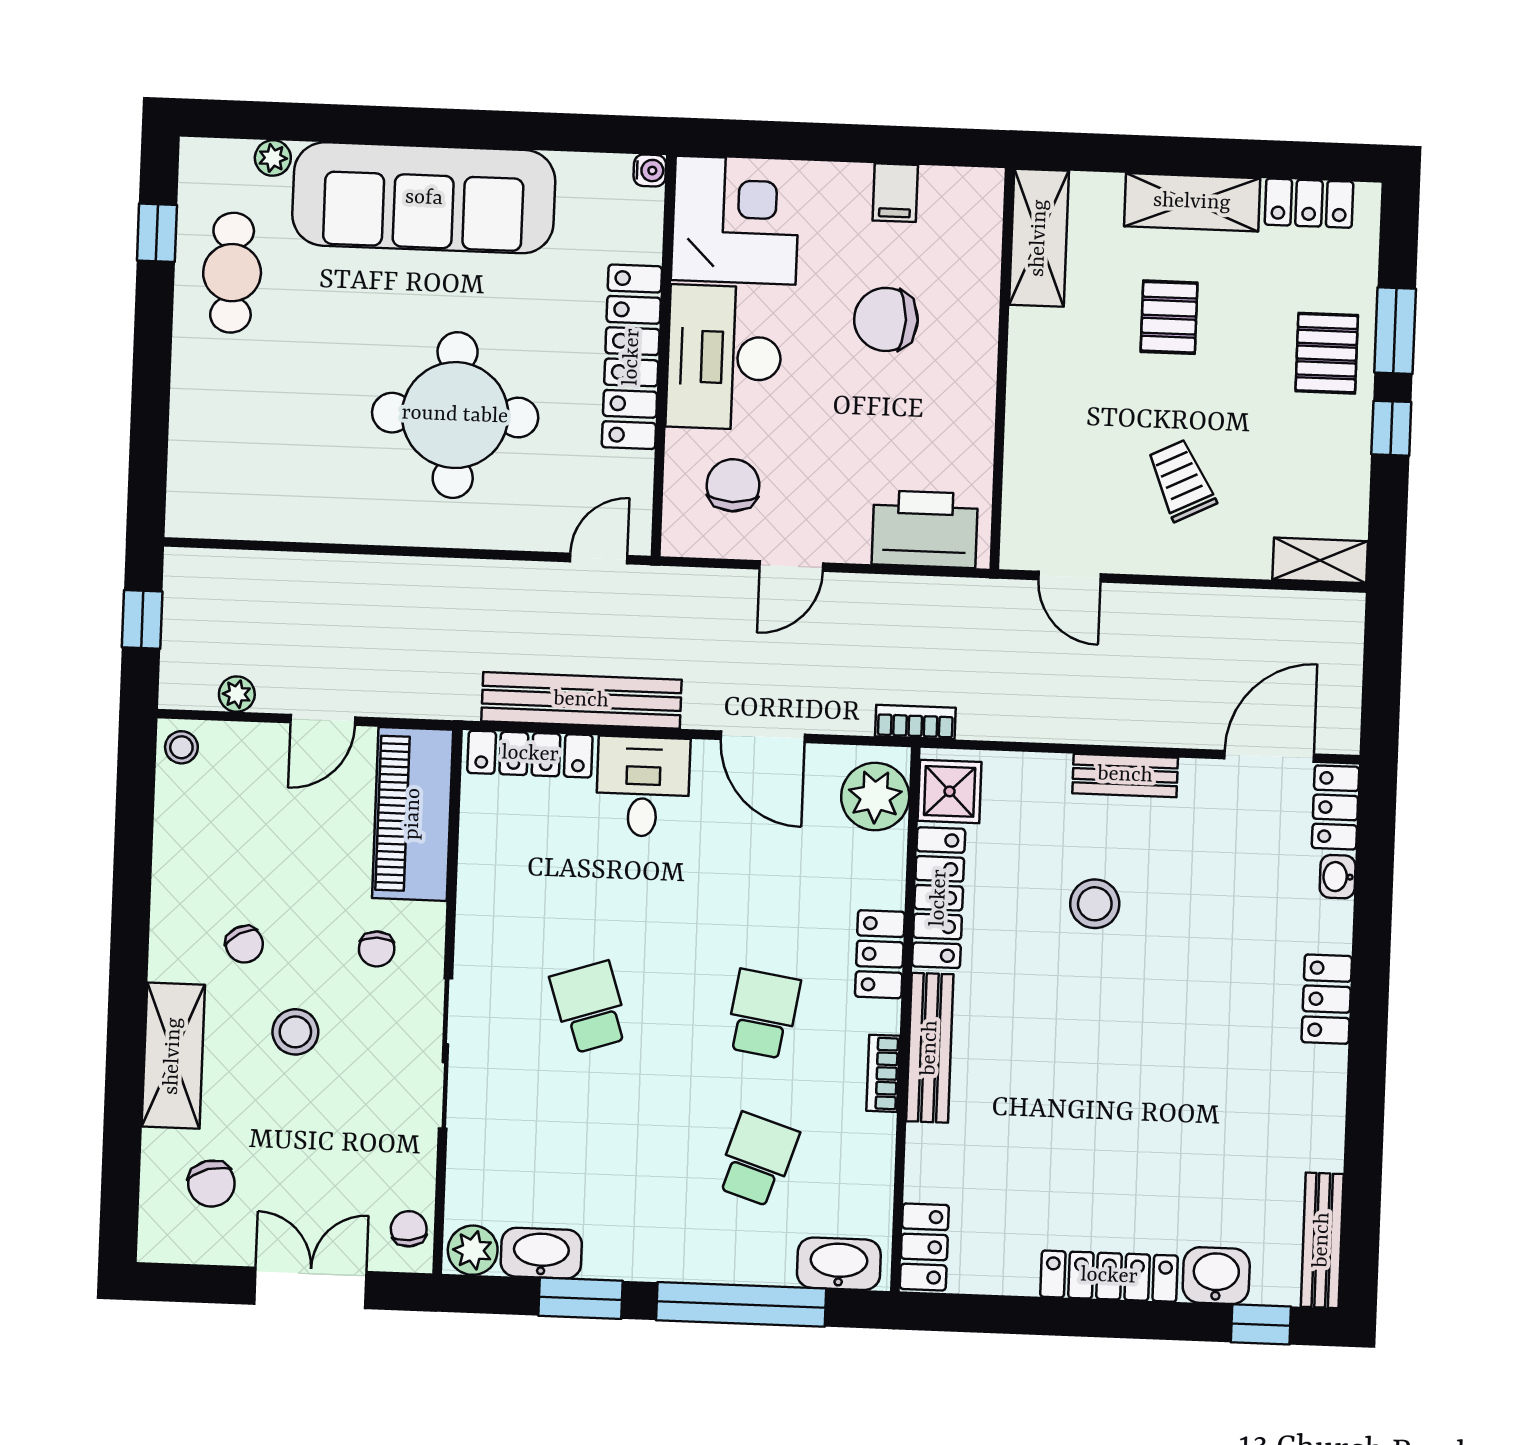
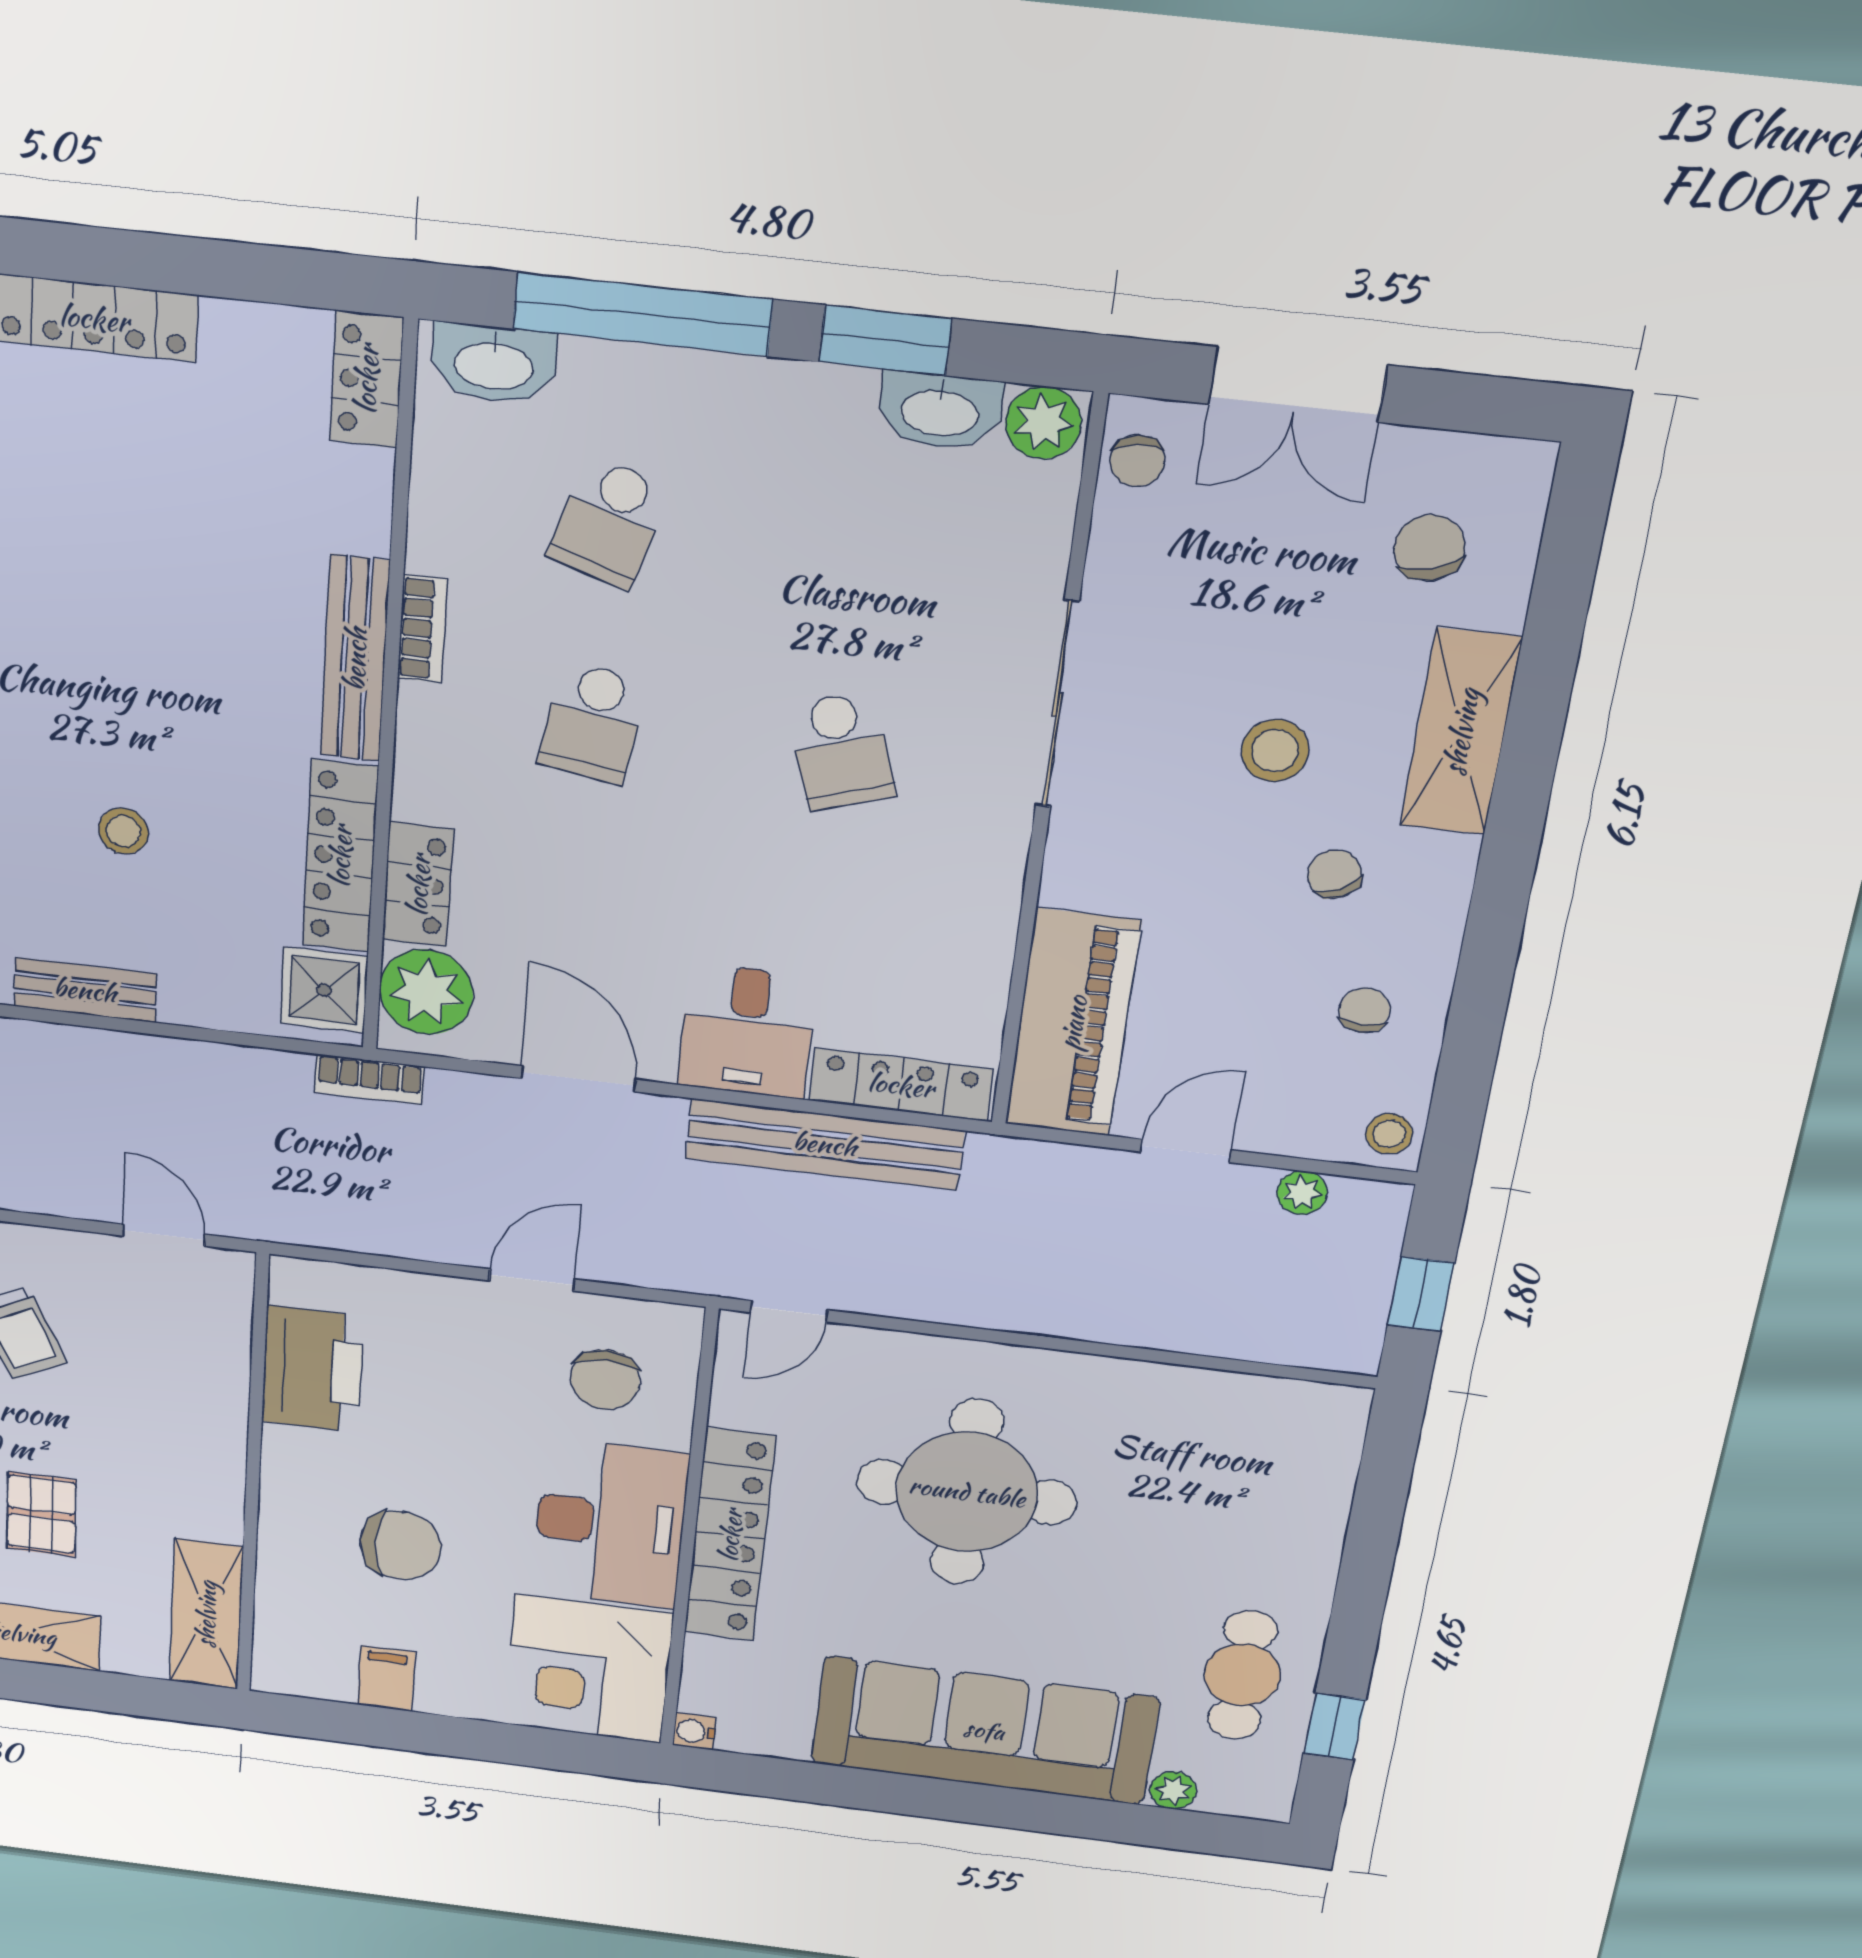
printer: (925, 529) -> (313, 1369), moved, turned -90
stool: (1095, 904) -> (123, 831), width x0.73, depth x0.73
chair: (377, 949) -> (1364, 1010), moved
locker: (880, 954) -> (418, 885), moved

